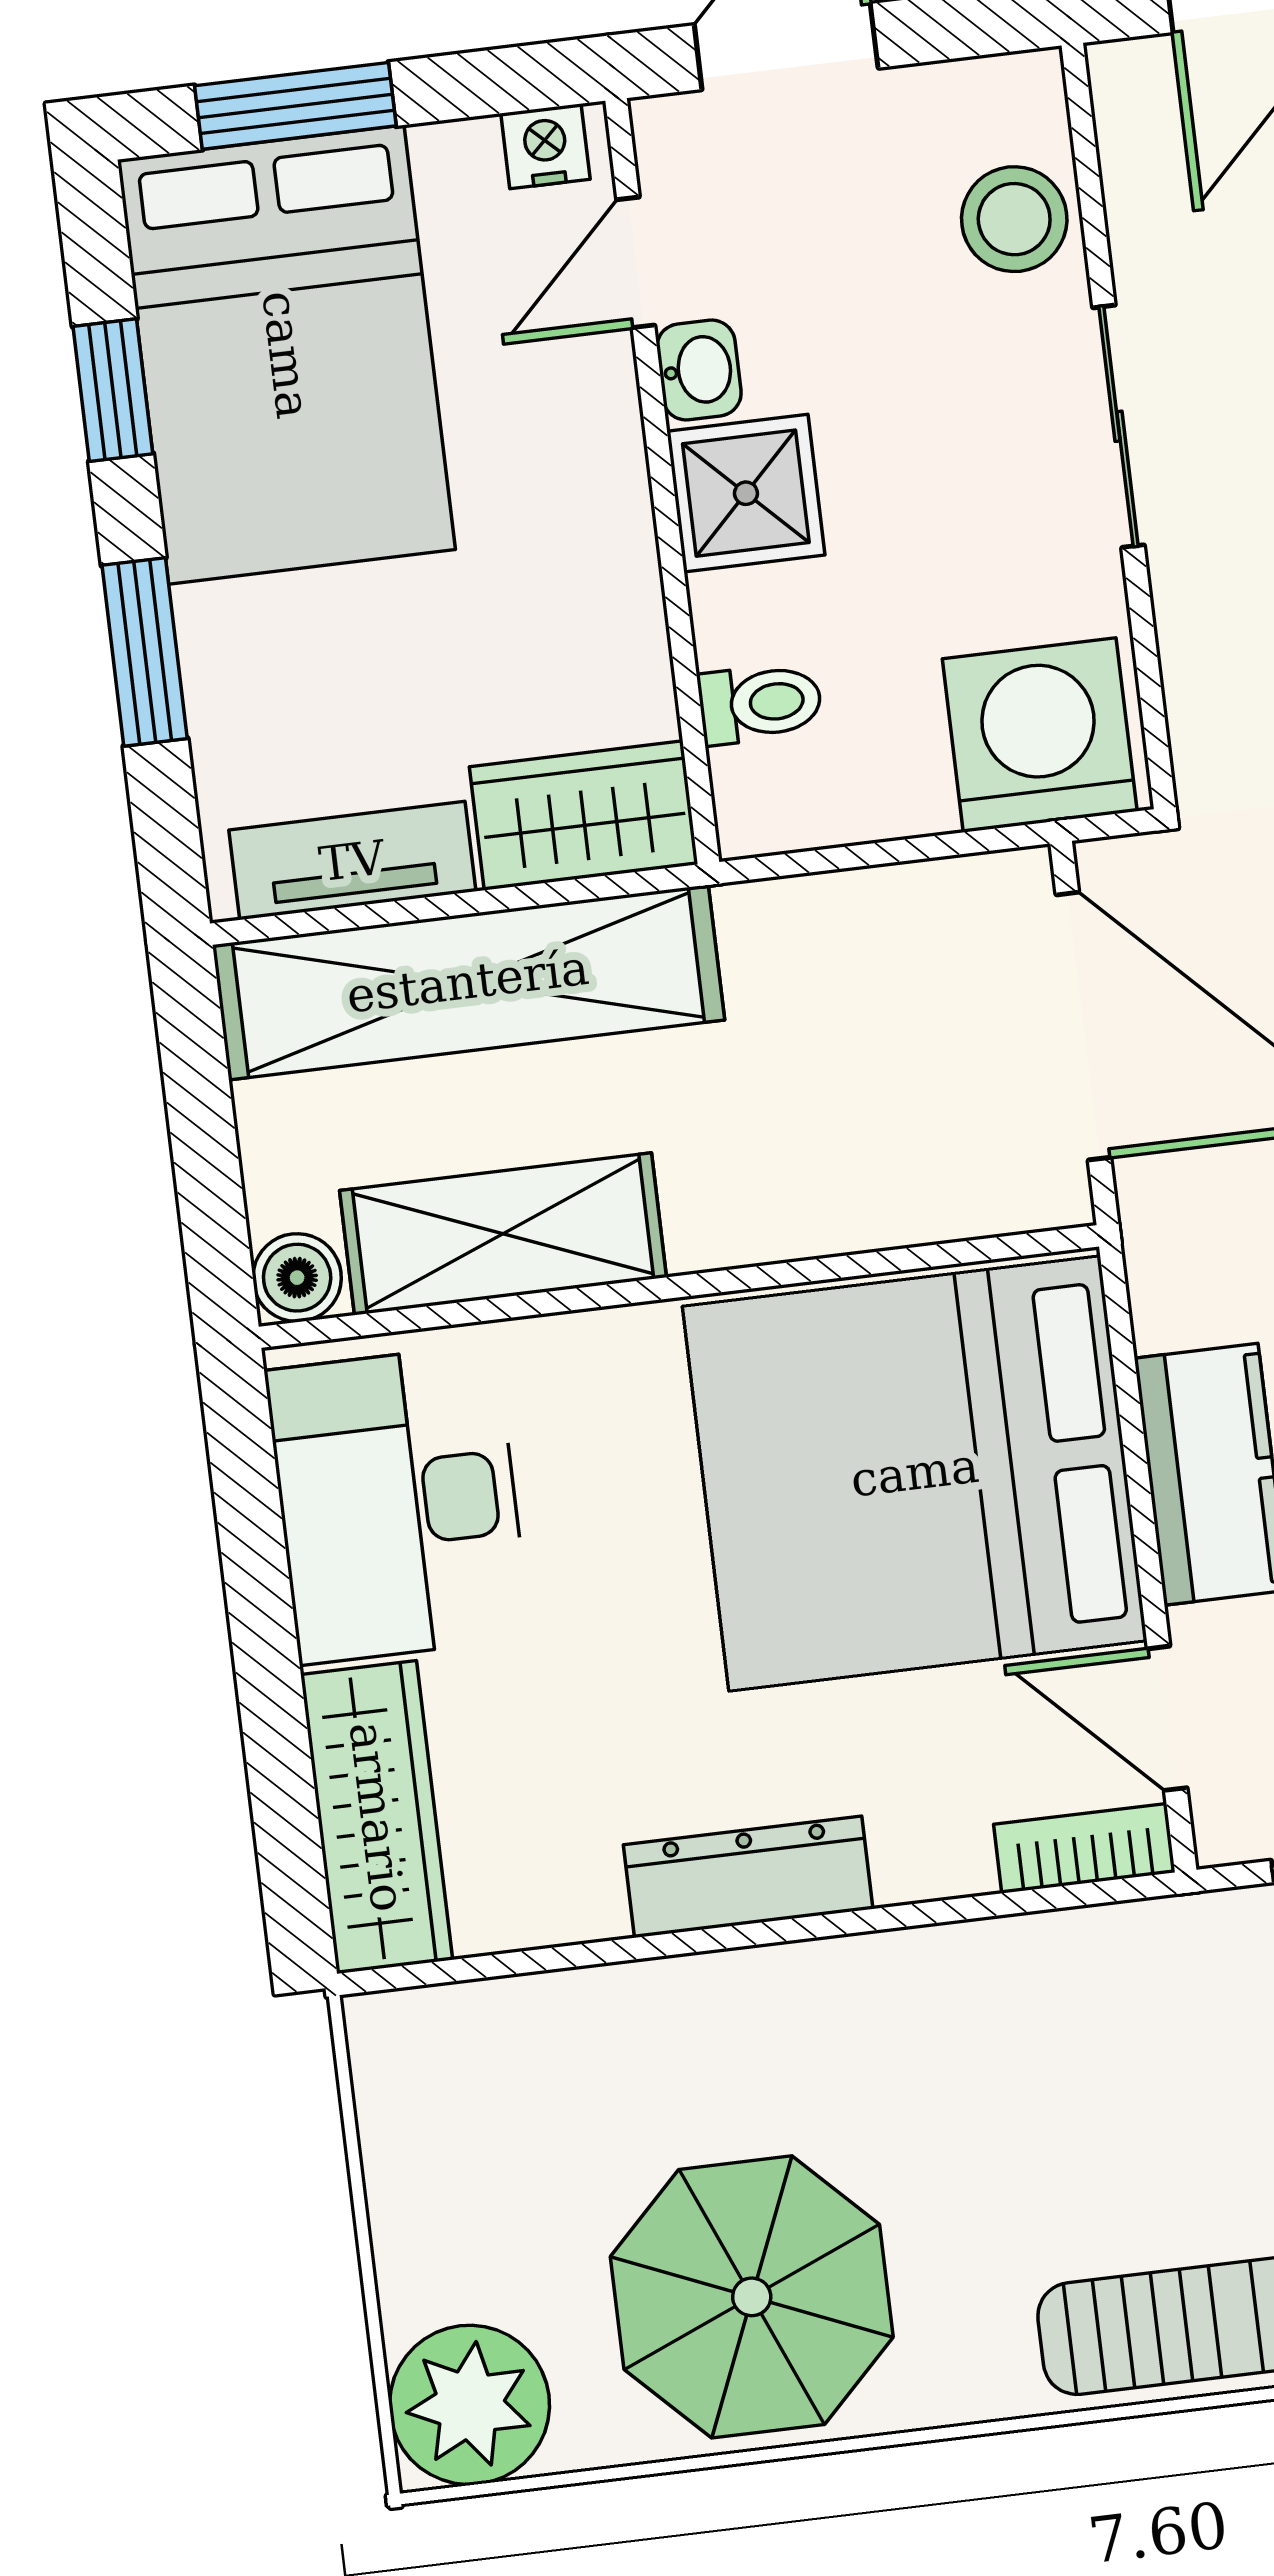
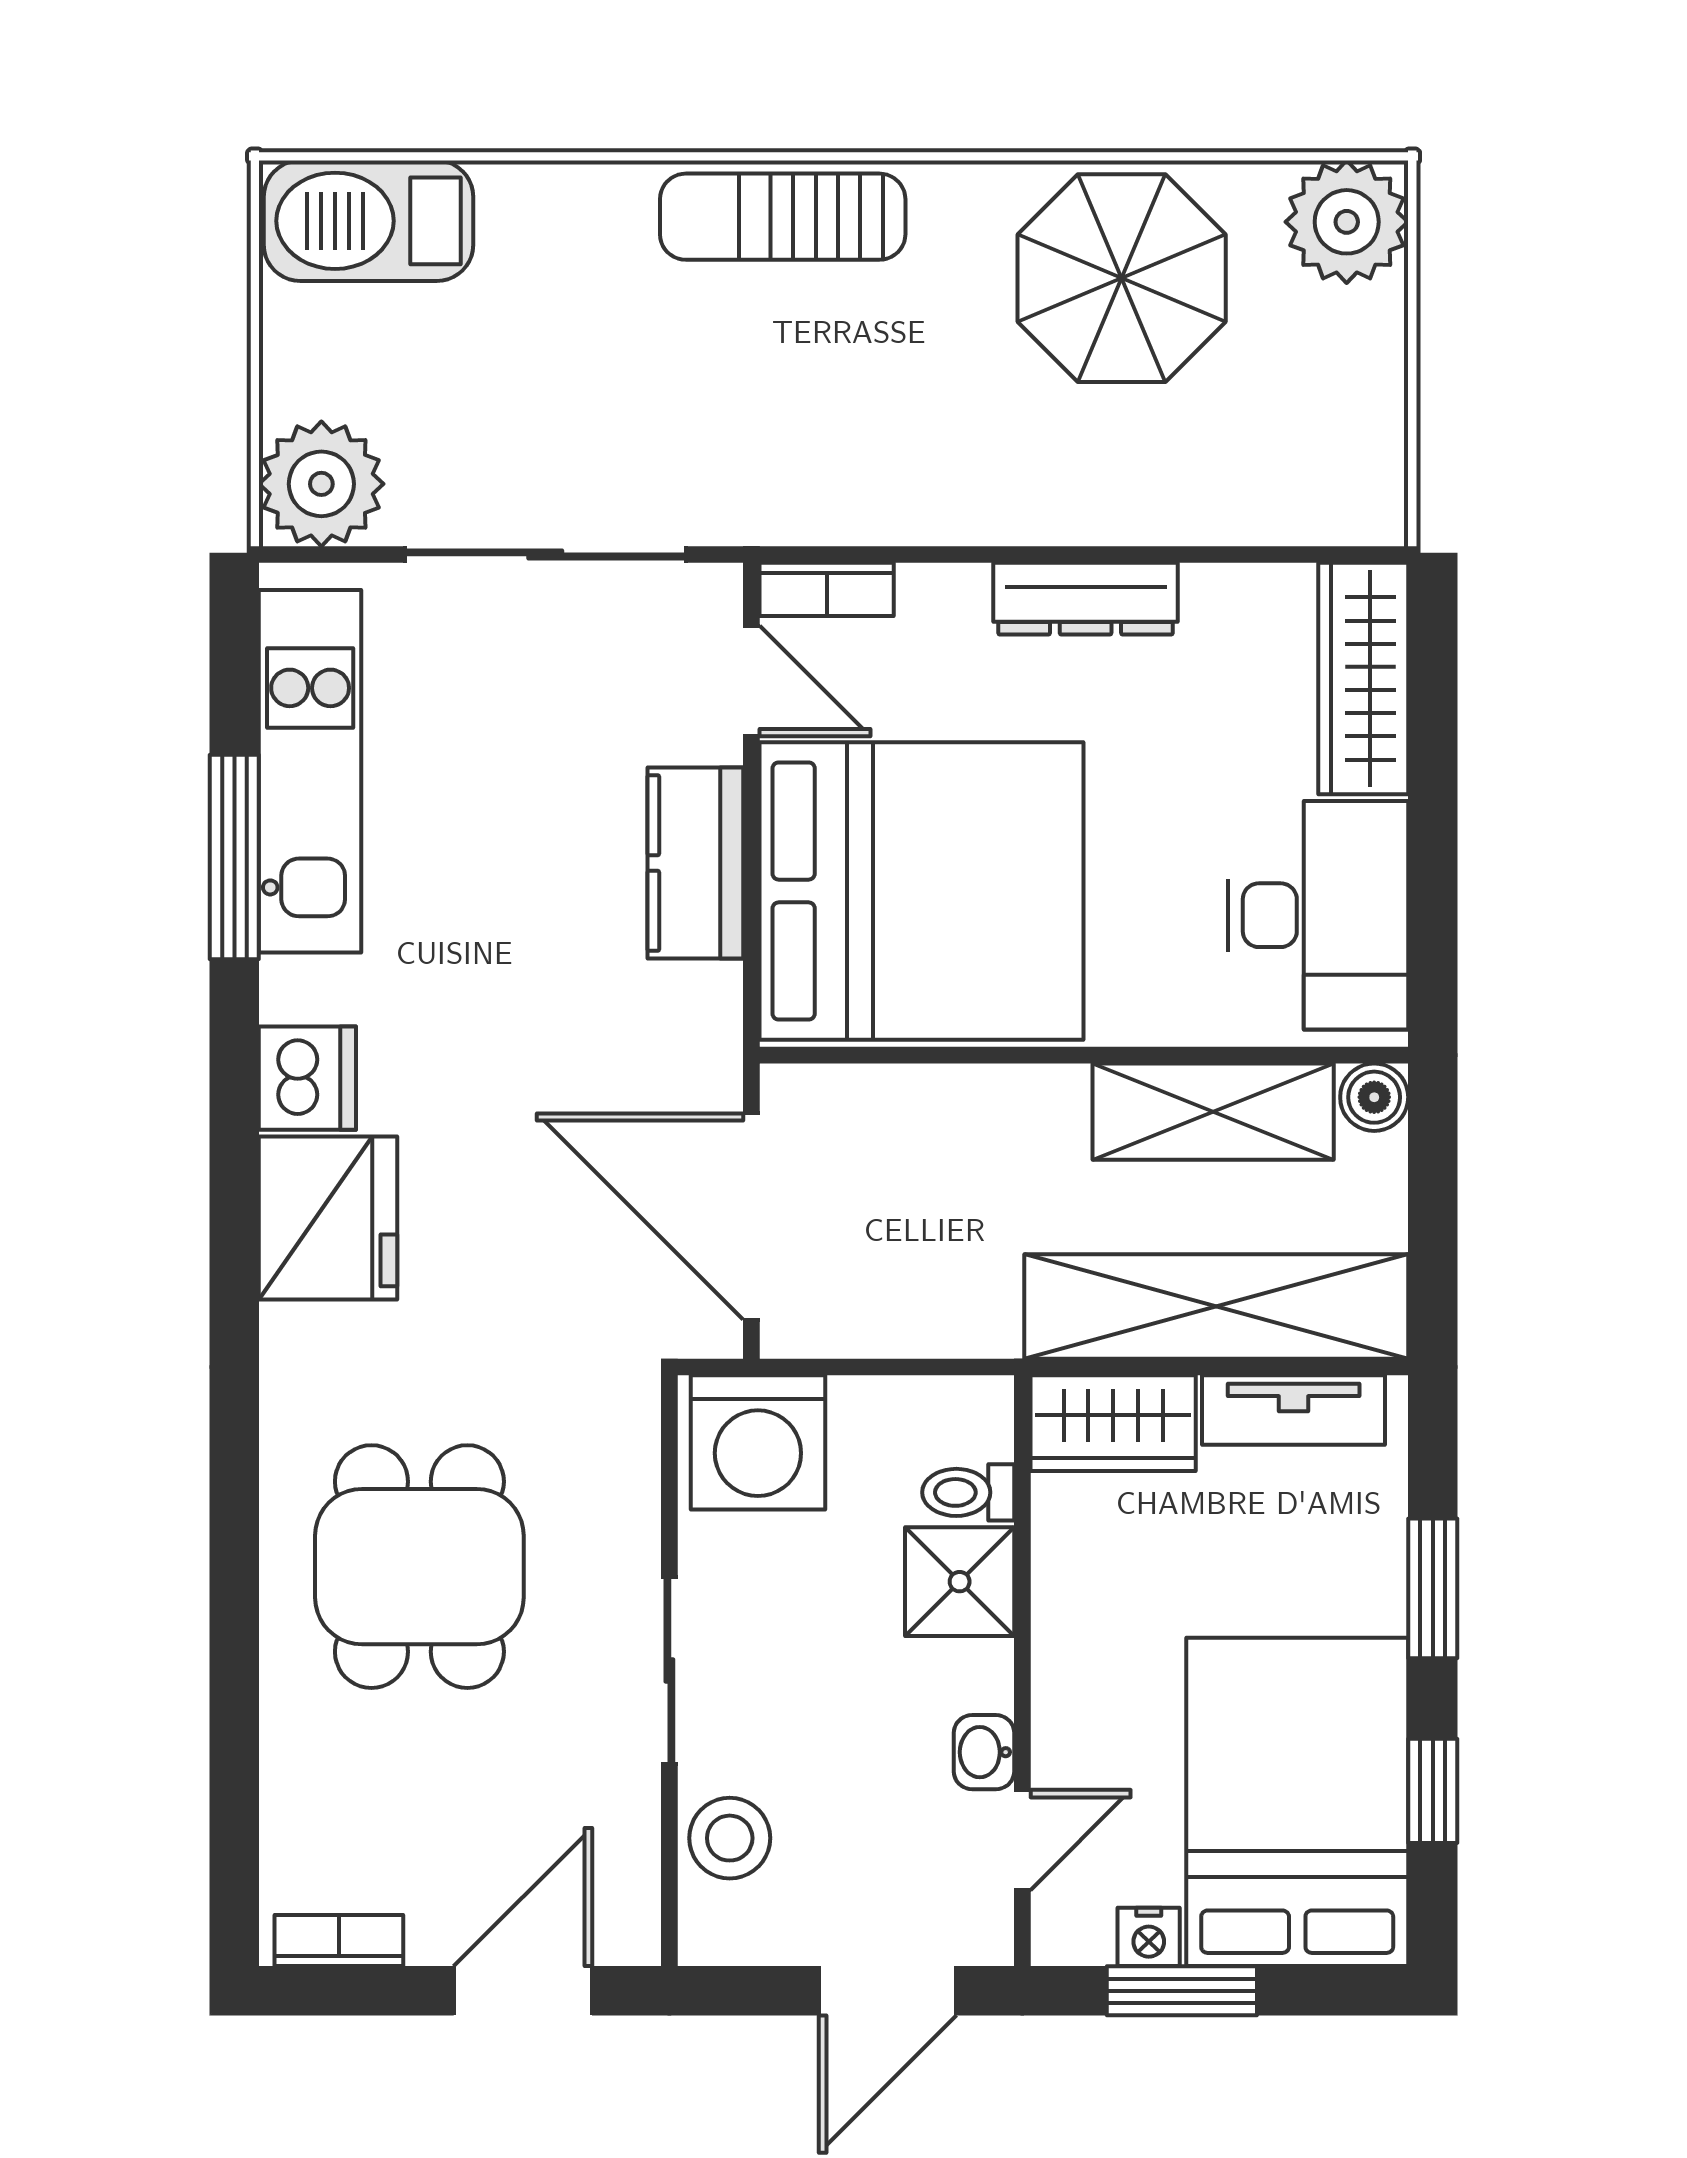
window: (295, 106) -> (1182, 1991), moved
nightstand: (545, 146) -> (1149, 1937), moved
shower: (746, 493) -> (960, 1582), moved

